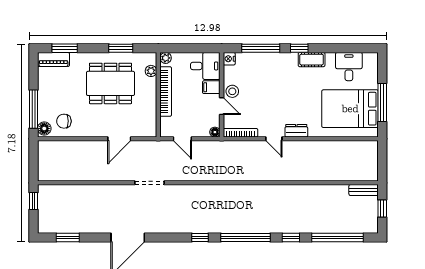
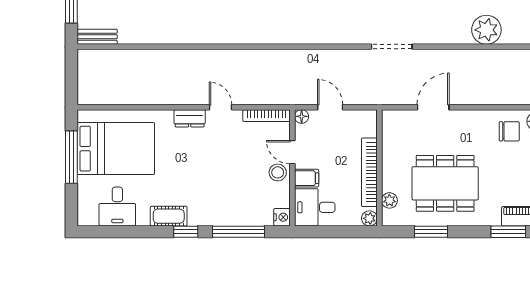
door: (182, 139) -> (330, 107), moved
plant: (80, 195) -> (486, 30), added

